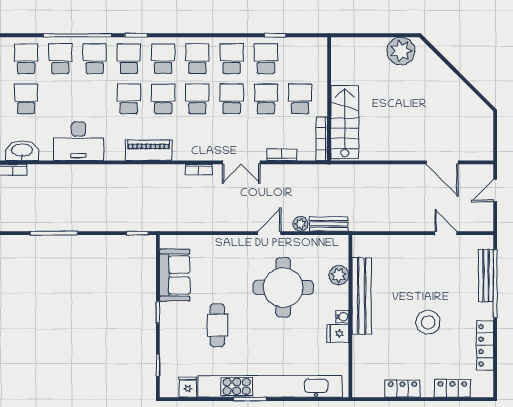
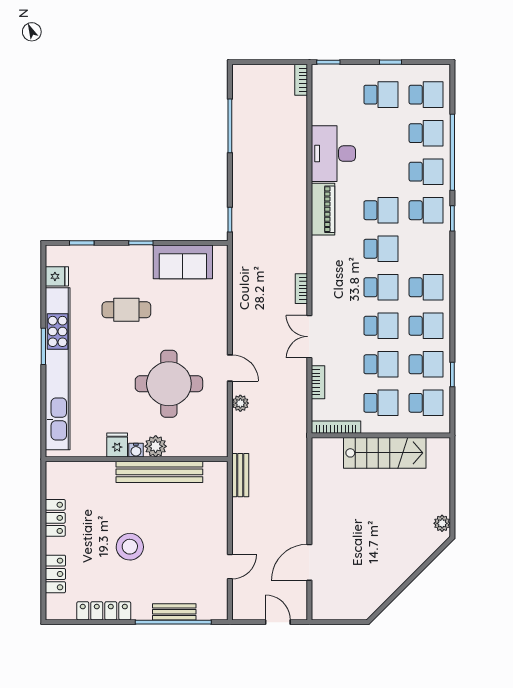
plant: (401, 51) -> (442, 523), width x0.53, depth x0.53
school desk: (163, 59) -> (426, 403), moved
stairs: (345, 122) -> (385, 453), moved
piano: (148, 150) -> (323, 209), moved
washbasin: (22, 151) -> (323, 90), removed
bench: (329, 224) -> (240, 475), moved
plant: (339, 275) -> (156, 446), moved
bench: (486, 276) -> (174, 612), width x0.73

